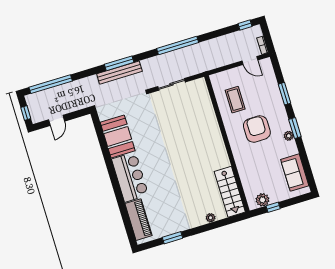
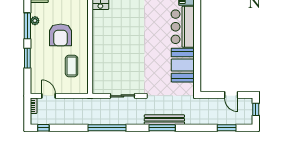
window: (51, 84) -> (227, 128), width x0.47
door: (57, 120) -> (231, 95), swing flipped
window: (295, 128) -> (27, 26), width x1.44

